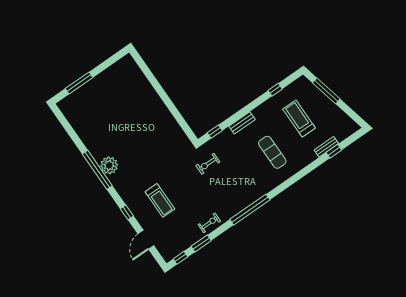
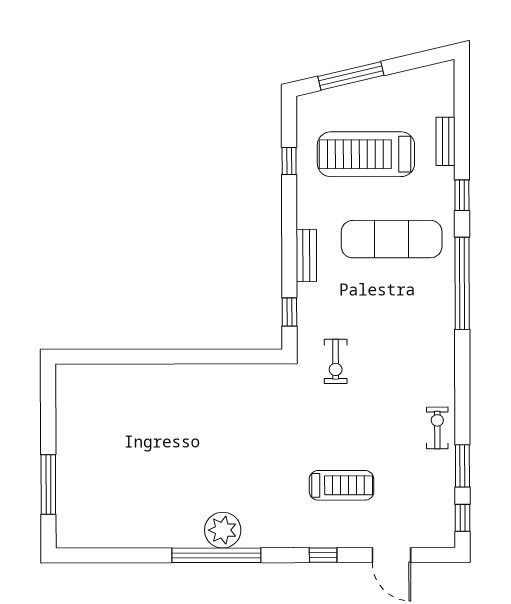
treadmill: (299, 119) -> (366, 154), width x1.37, depth x1.38
window: (334, 151) -> (462, 195), moved
exercise mat: (272, 152) -> (392, 239), width x1.36, depth x1.45
window: (250, 210) -> (462, 283), moved

